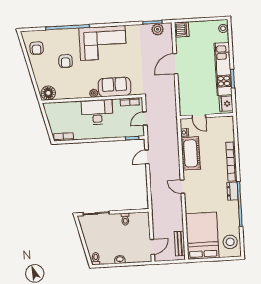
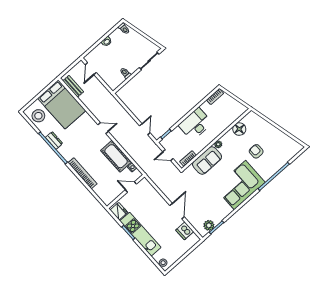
dishwasher: (182, 29) -> (185, 231), moved
armchair: (37, 48) -> (284, 144), removed
floor lamp: (48, 93) -> (239, 129), moved
desk: (97, 112) -> (195, 124), moved, turned 180
door: (145, 119) -> (168, 155), swing flipped
dresser: (232, 191) -> (54, 140), moved

